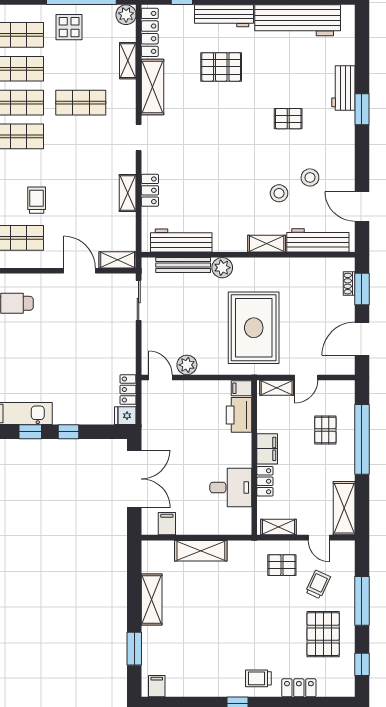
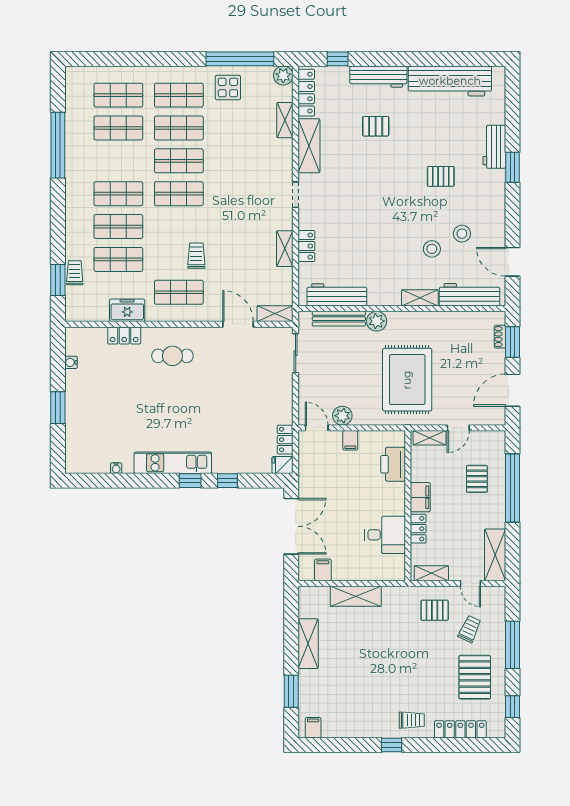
pallet: (221, 67) -> (376, 126), width x0.67, depth x0.71
shop shelf: (81, 103) -> (239, 161), removed
filing cabinet: (241, 388) -> (350, 440), moved, turned -90
trolley: (258, 678) -> (412, 720), turned 180
locker: (299, 688) -> (460, 729), width x1.53

